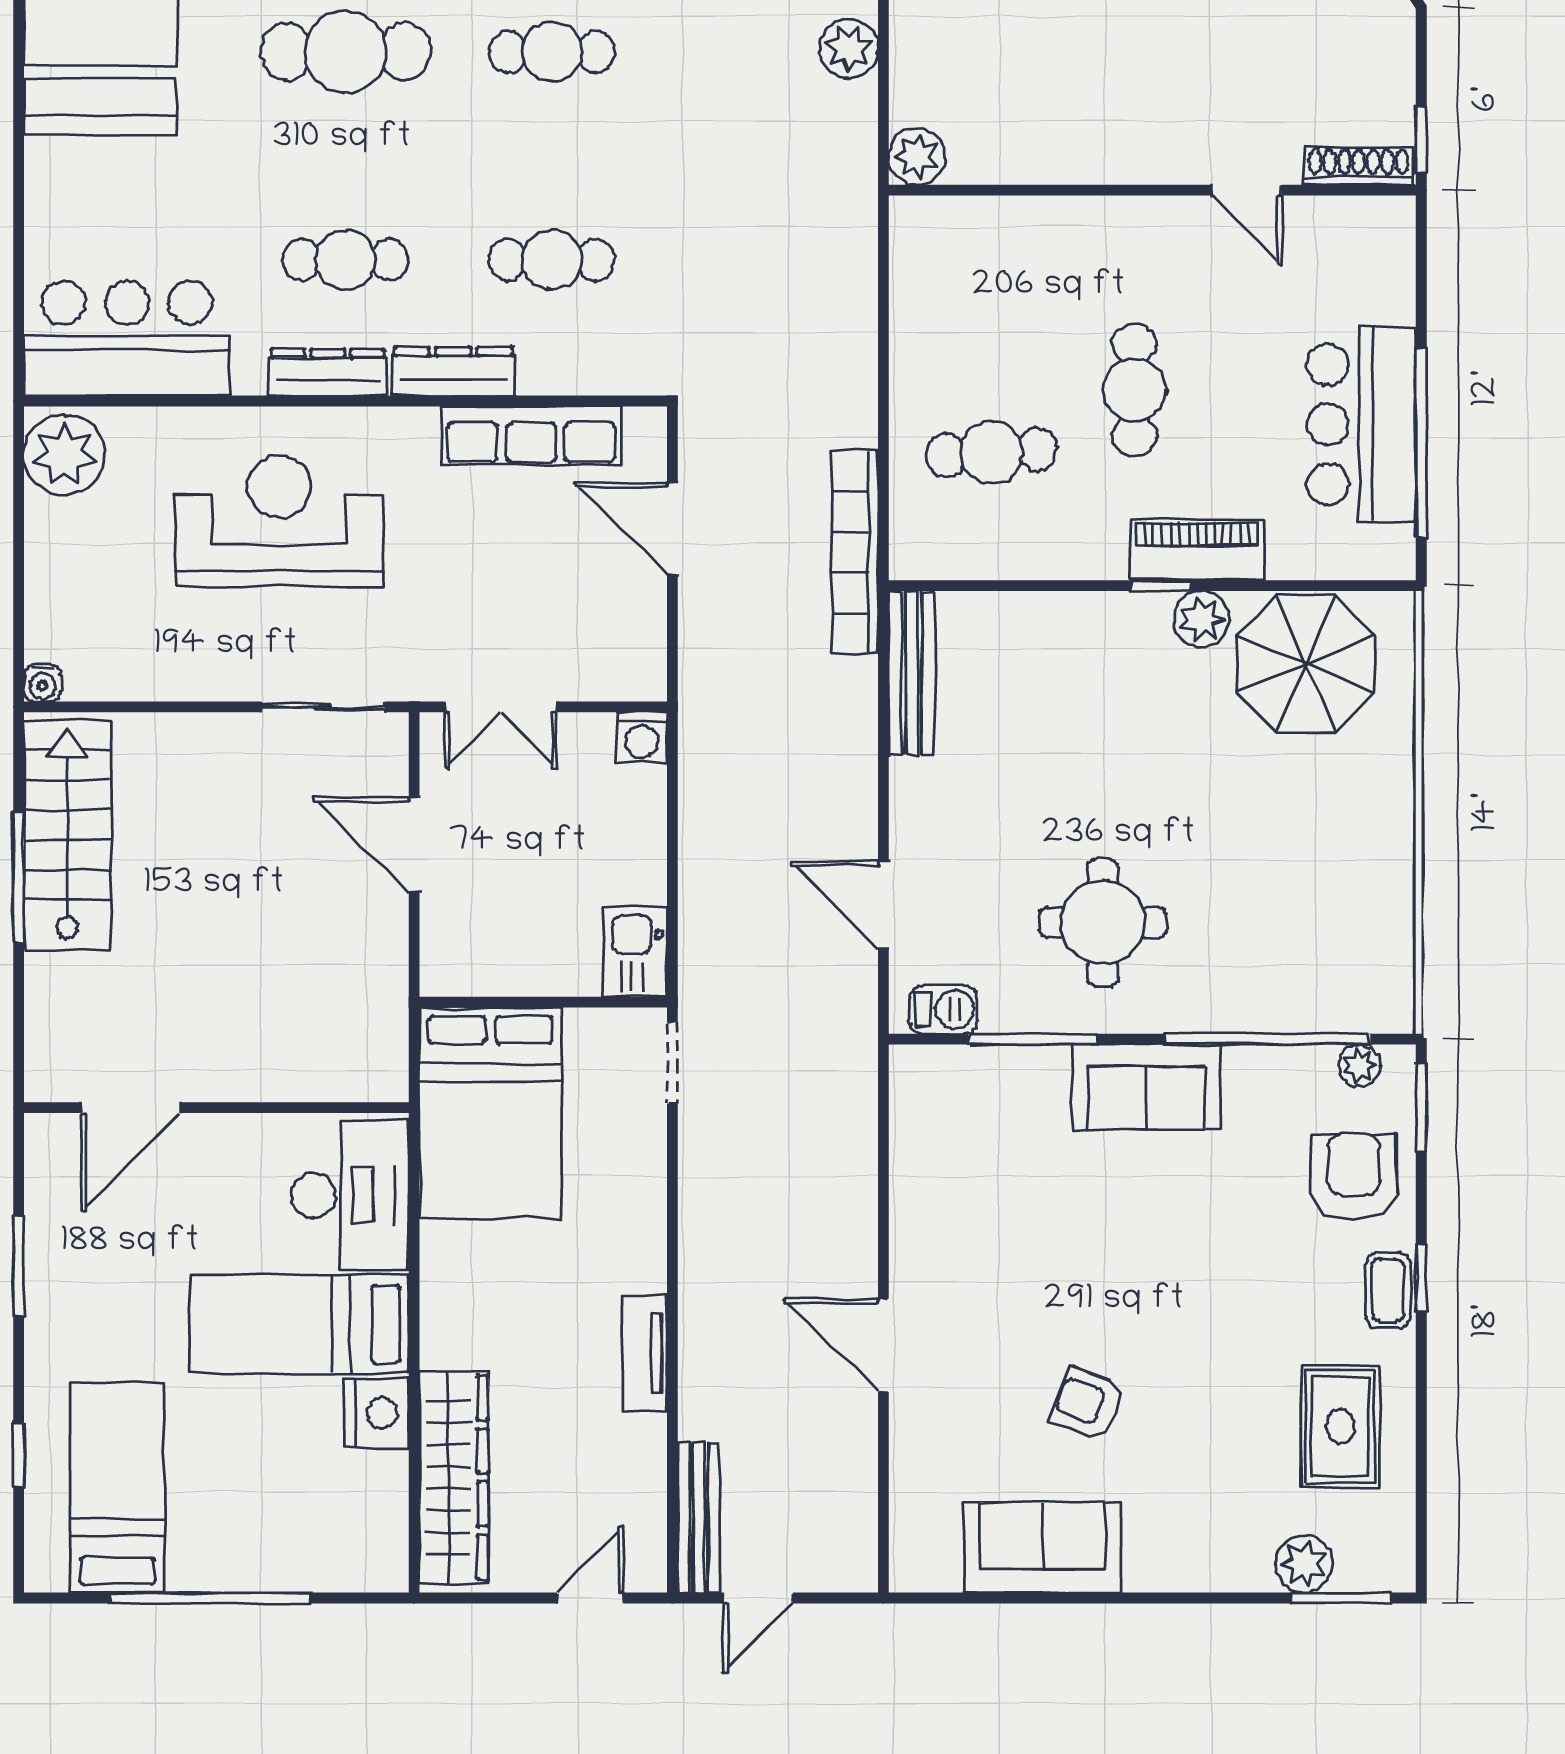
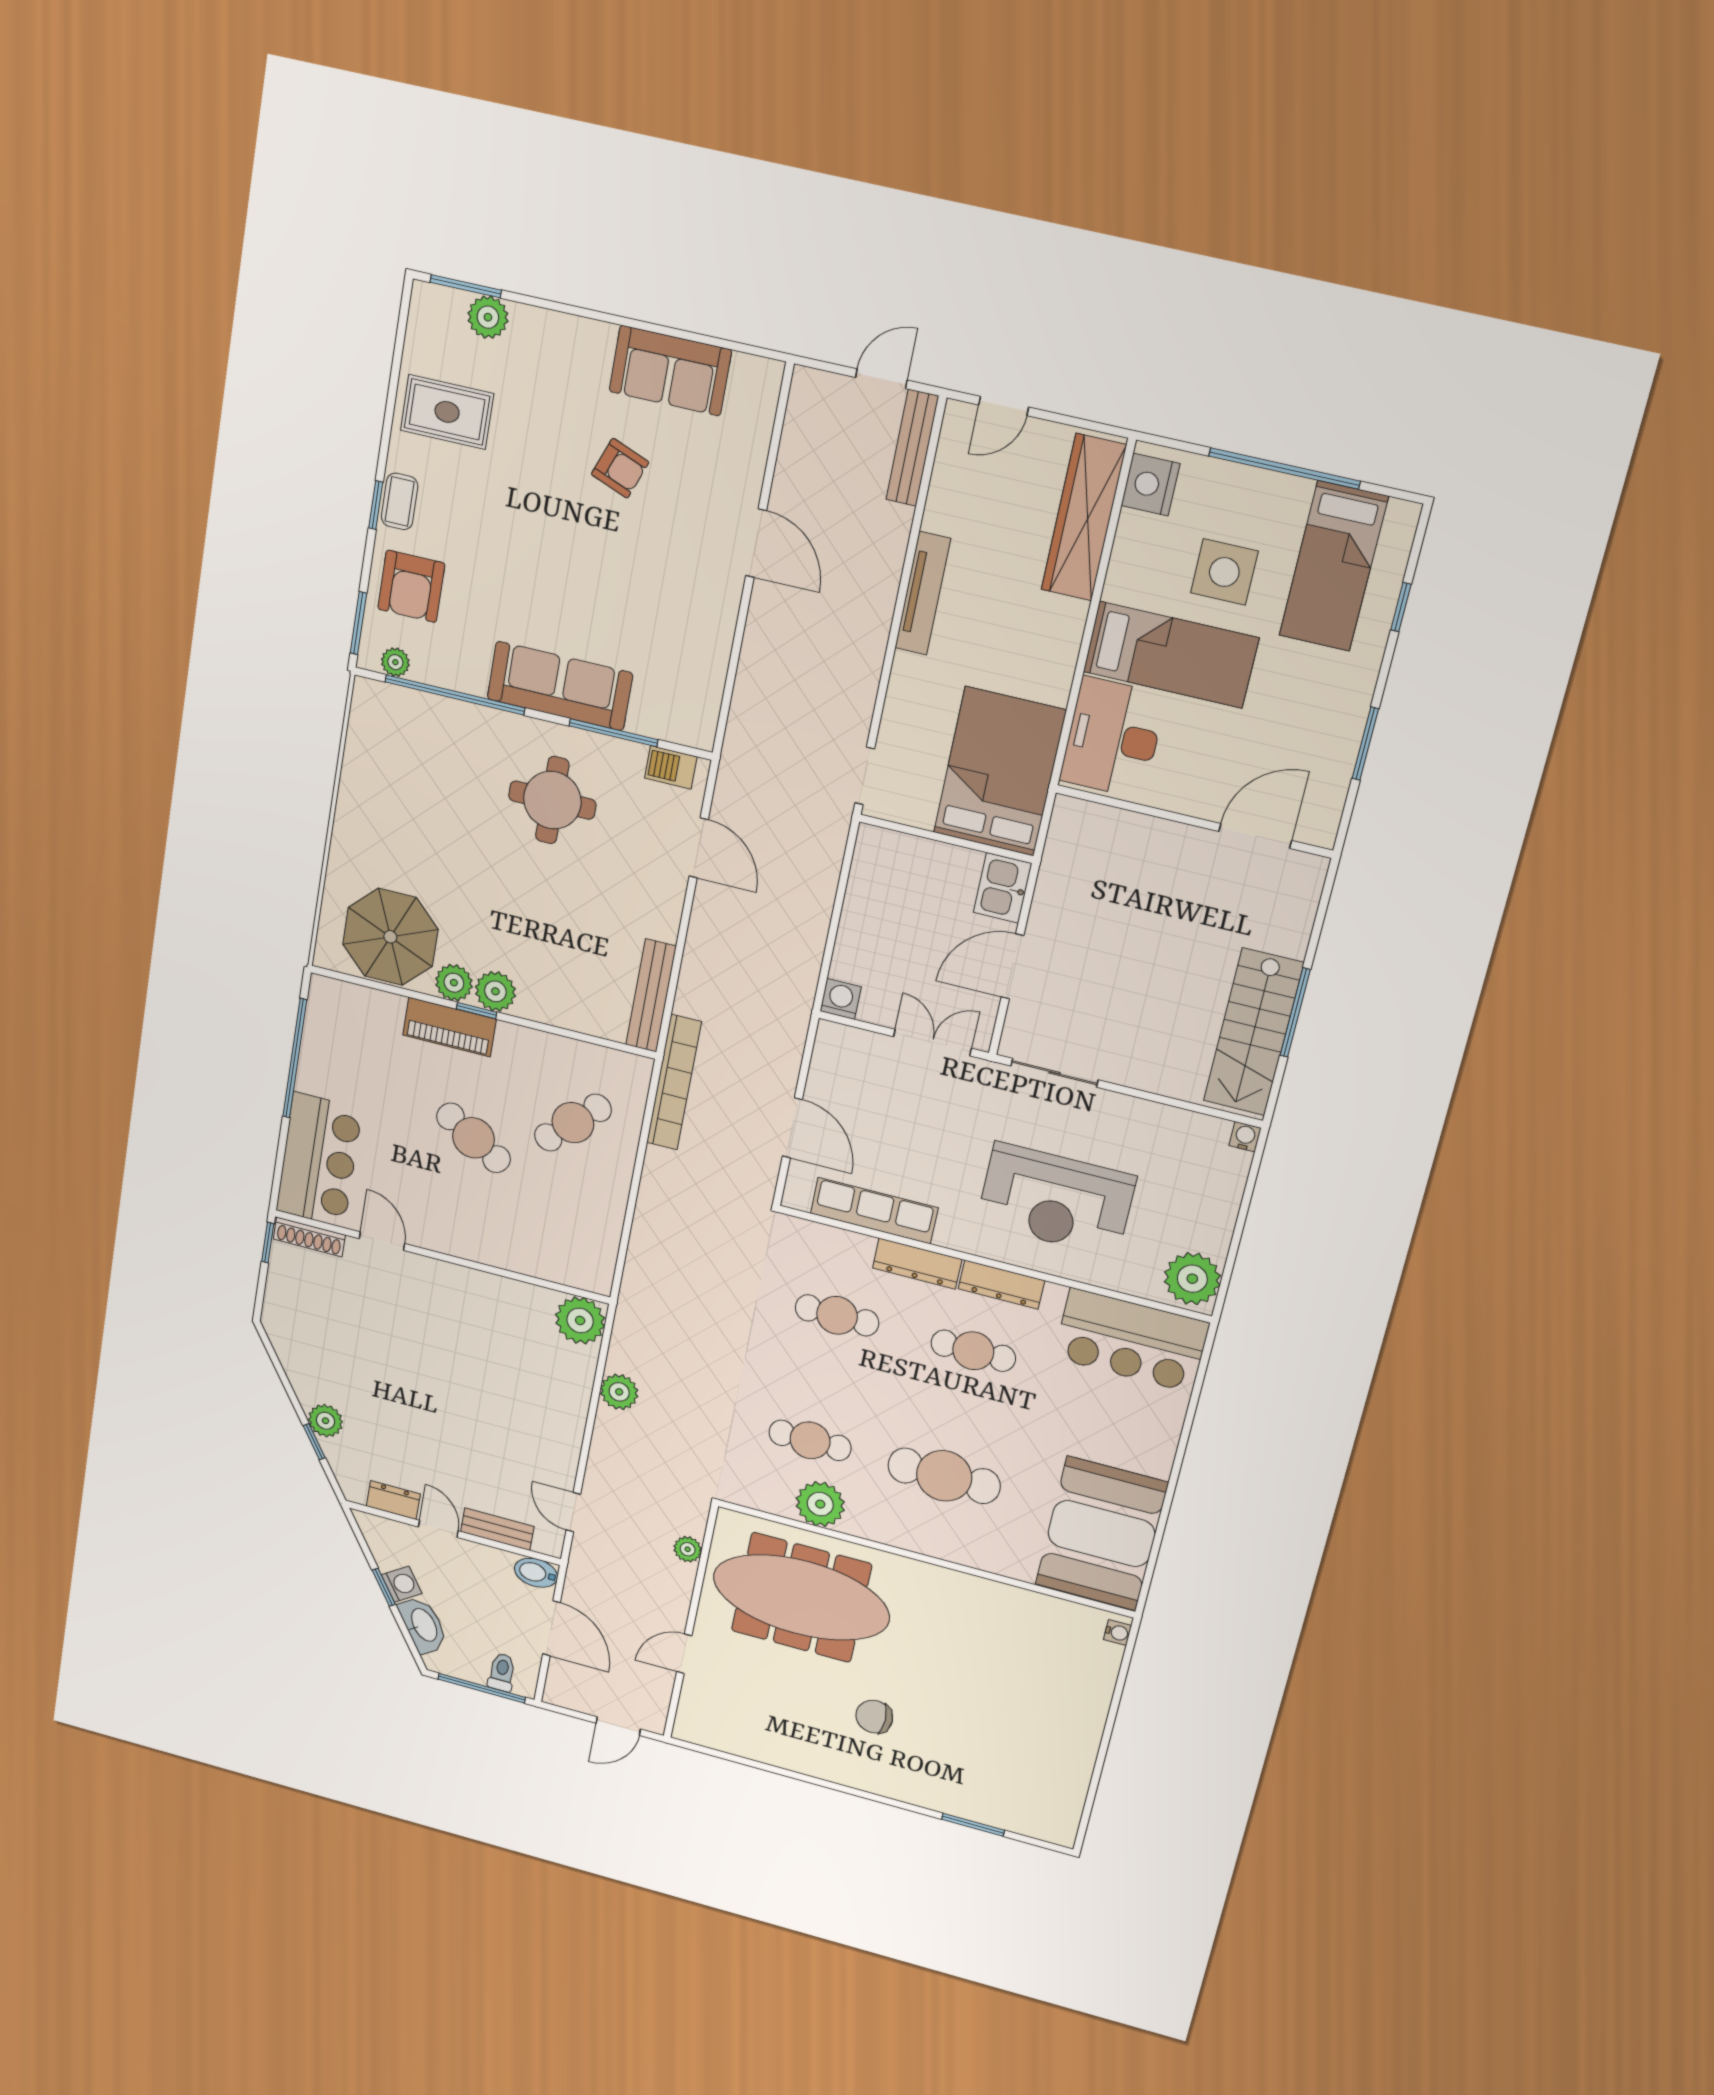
plant: (917, 157) -> (580, 1320), width x1.36, depth x1.36
cafe table: (1134, 390) -> (474, 1138), turned -59
bar counter: (1362, 424) -> (319, 1160), moved
cafe table: (991, 452) -> (573, 1123), turned -41
plant: (1138, 622) -> (495, 991), added
door: (414, 845) -> (1012, 966), swing flipped
kitchen sink: (635, 952) -> (1003, 888), moved, turned 180
sofa: (1147, 1087) -> (560, 686), width x1.36
tv unit: (645, 1353) -> (923, 593), width x1.41
nightstand: (377, 1413) -> (1151, 485), moved
rug: (1340, 1426) -> (447, 412), turned 90
side table: (255, 1448) -> (1224, 572), added

